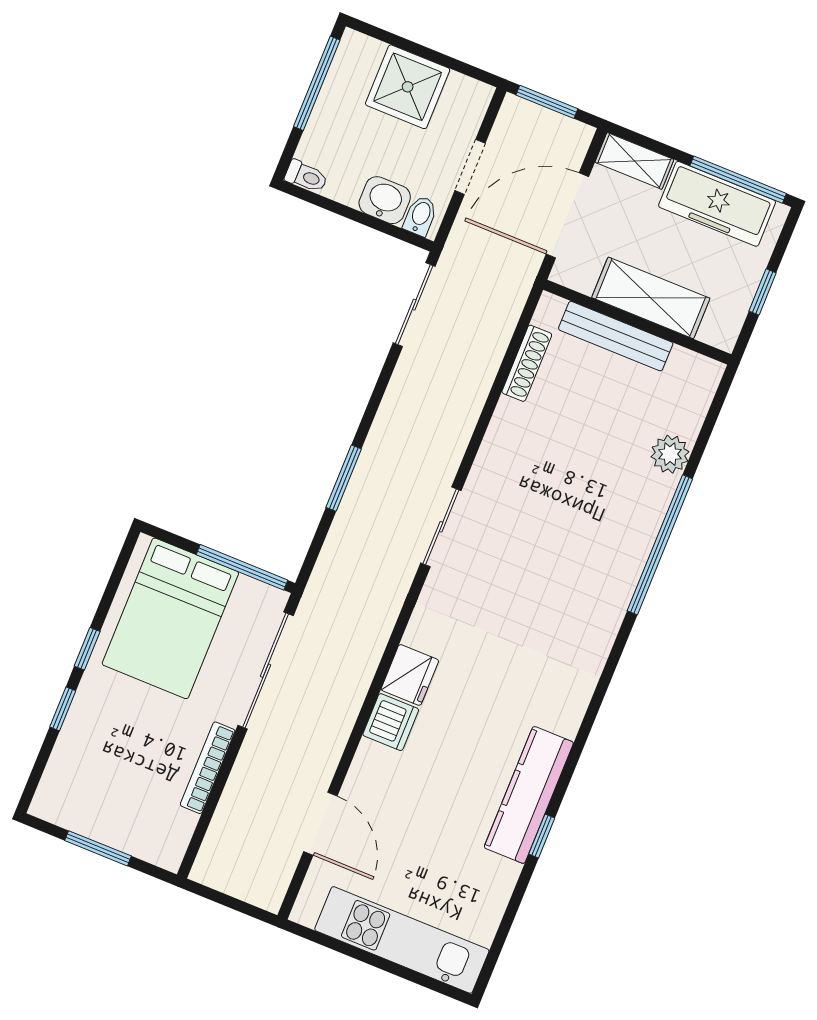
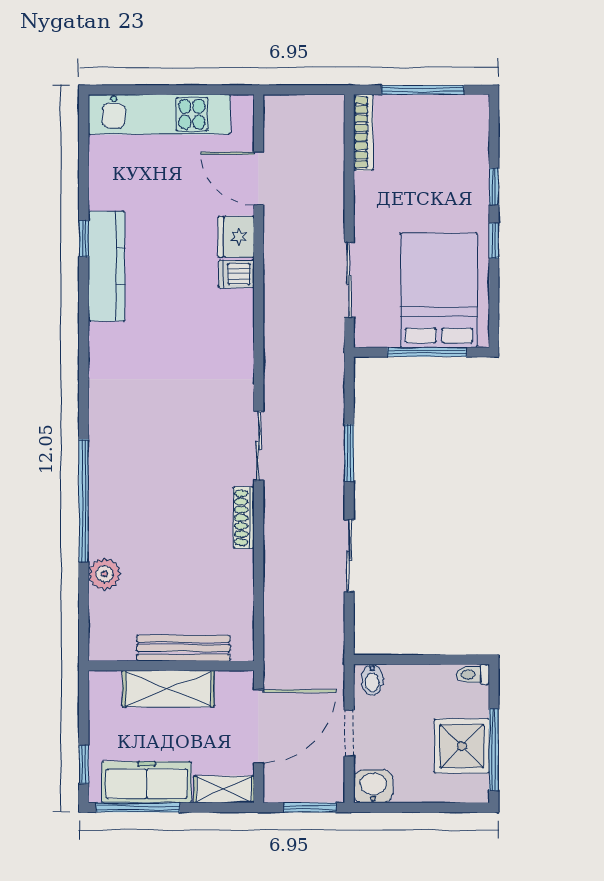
shower: (408, 87) -> (462, 746), moved
washbasin: (385, 200) -> (373, 786), moved, turned 180
window: (763, 292) -> (84, 764), moved
sliding door: (414, 305) -> (349, 556), moved
shoe rack: (527, 363) -> (244, 518), moved
window: (242, 567) -> (427, 352), moved
sliding door: (266, 671) -> (349, 280), width x0.73
fridge: (410, 675) -> (236, 237), moved
dishwasher: (391, 722) -> (236, 274), width x0.73
bookcase: (208, 768) -> (363, 132), moved
window: (98, 848) -> (423, 90), width x1.44

